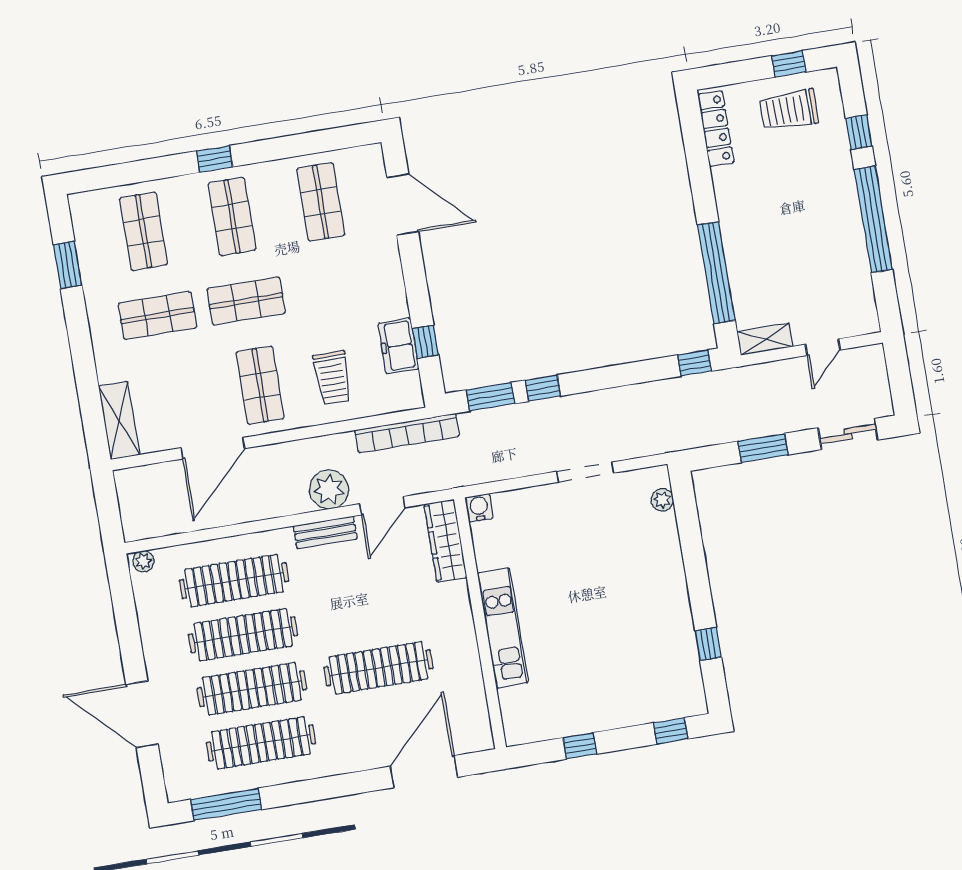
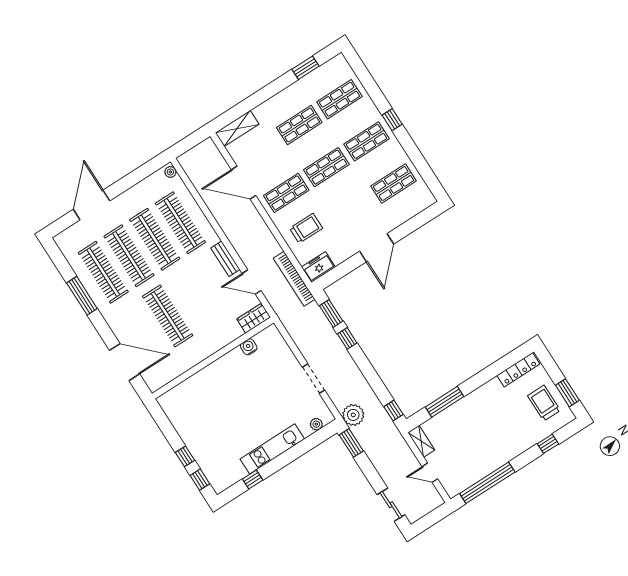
window: (789, 64) -> (567, 393), width x1.50
door: (403, 204) -> (377, 248), moved
window: (873, 219) -> (487, 483), moved
window: (716, 273) -> (445, 402), width x0.68
shop shelf: (246, 301) -> (326, 167), turned 90
shop shelf: (157, 316) -> (299, 125), turned 90
window: (425, 342) -> (345, 268), removed
freezer: (398, 346) -> (318, 267), moved
trolley: (332, 378) -> (306, 228), turned 180
window: (763, 448) -> (351, 443), moved
plant: (329, 489) -> (353, 415), moved
water cooler: (479, 508) -> (249, 347), moved, turned -90
wardrobe: (445, 541) -> (254, 318), width x0.67
kitchen unit: (503, 628) -> (272, 449), moved, turned 180
window: (580, 746) -> (185, 456), moved
window: (226, 804) -> (82, 296), moved

